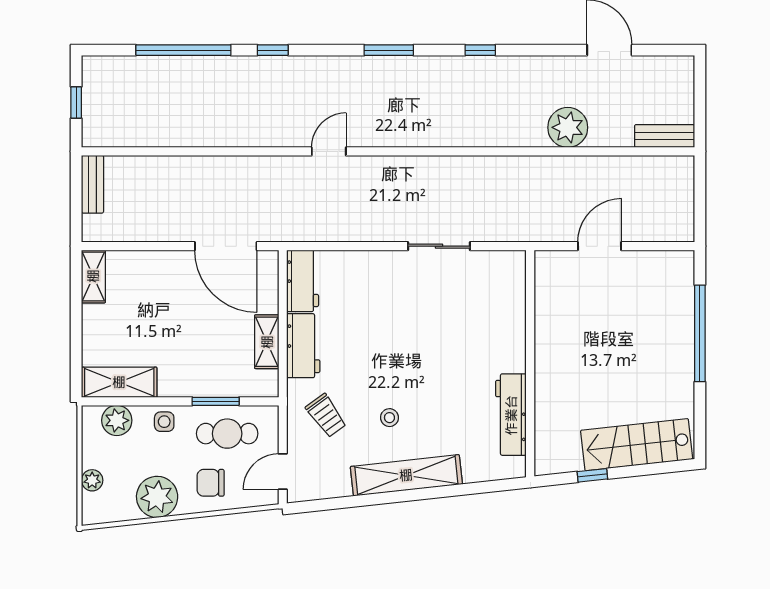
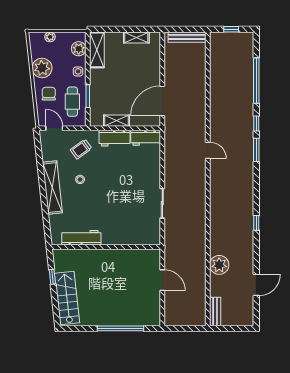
window: (389, 50) -> (256, 150), moved
bench: (93, 184) -> (187, 37), width x1.36
shelving: (93, 276) -> (136, 37), moved

